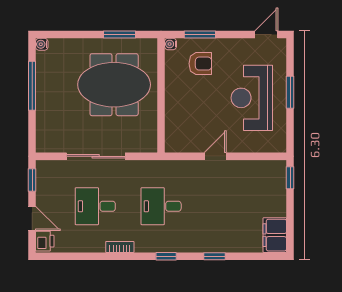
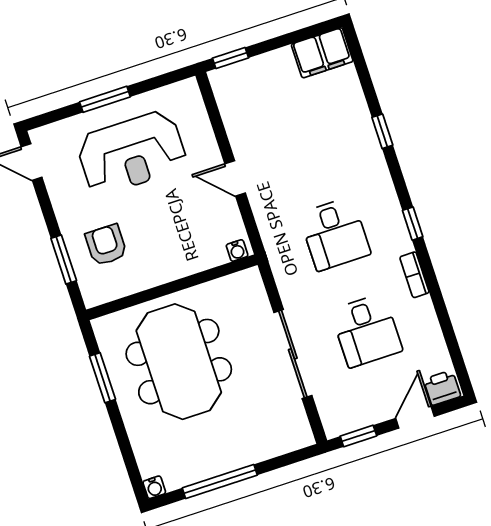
water cooler: (170, 44) -> (237, 250), moved
window: (166, 256) -> (413, 224), moved

